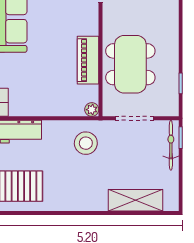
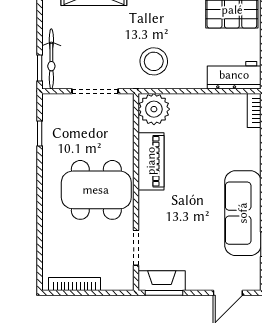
dining table: (130, 64) -> (96, 190), moved, turned 90
plant: (92, 110) -> (154, 109), width x1.87, depth x1.87

